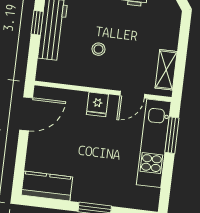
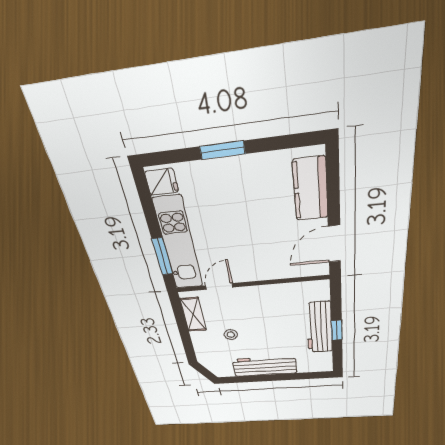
stool: (99, 49) -> (231, 335), moved
fridge: (97, 104) -> (162, 182), moved, turned 90
kitchen counter: (47, 186) -> (311, 189), moved, turned 90

